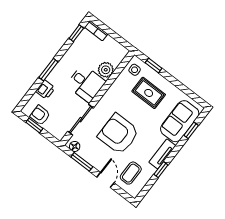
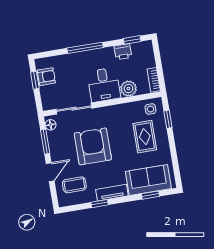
bookcase: (96, 31) -> (154, 80), moved
window: (48, 70) -> (85, 48), width x1.44
printer: (45, 90) -> (123, 52), moved
armchair: (40, 115) -> (46, 77), turned 90

